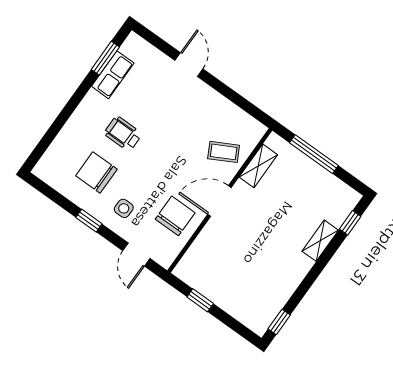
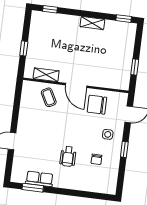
window: (314, 154) -> (24, 48), width x0.46
chair: (96, 172) -> (96, 159), width x0.54, depth x0.54
shelving: (320, 241) -> (92, 23), moved

